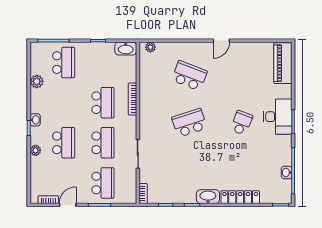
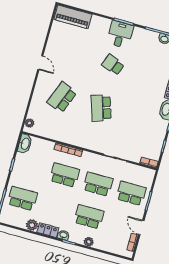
locker: (36, 101) -> (48, 230), added
desk: (278, 117) -> (120, 34), width x0.73

